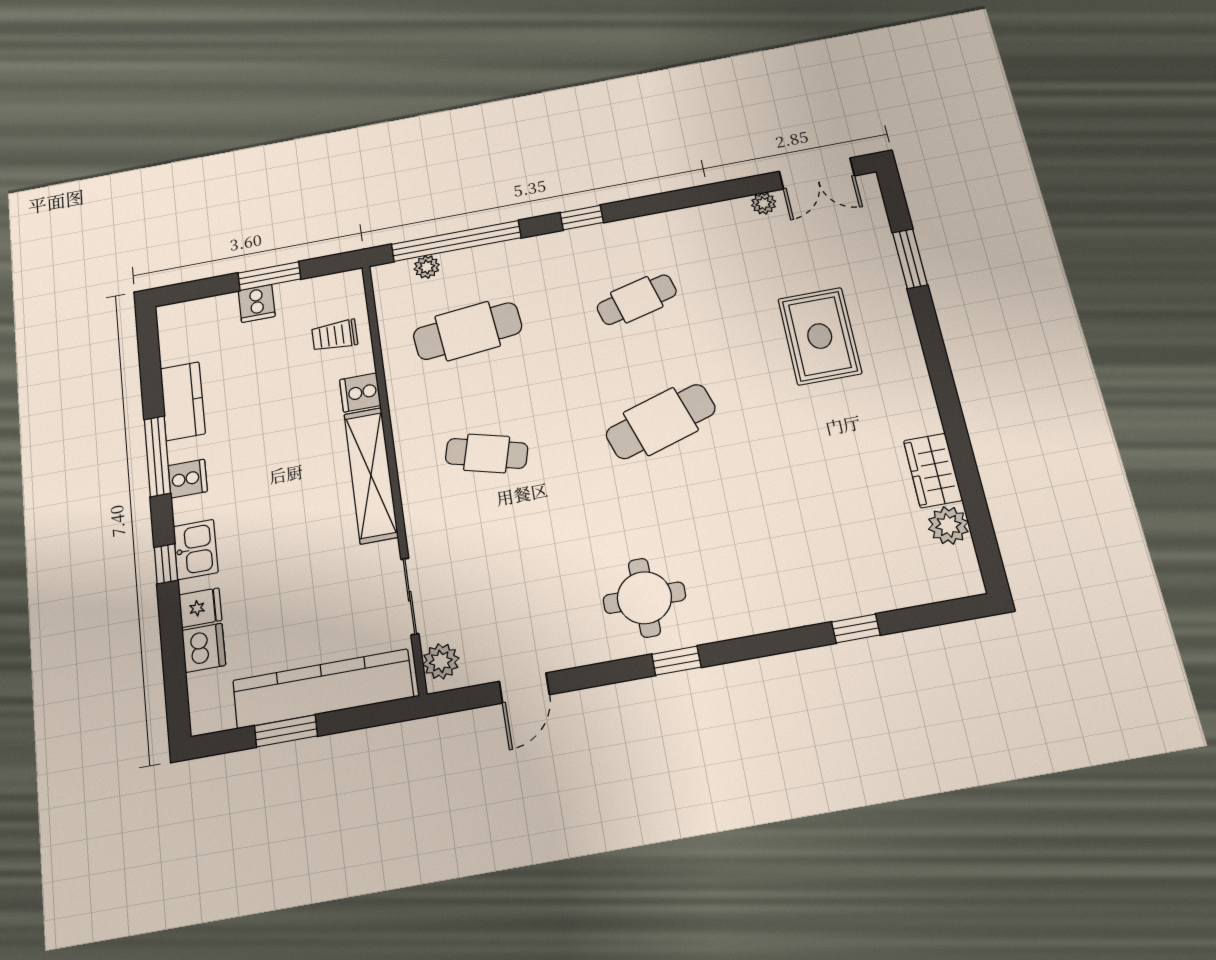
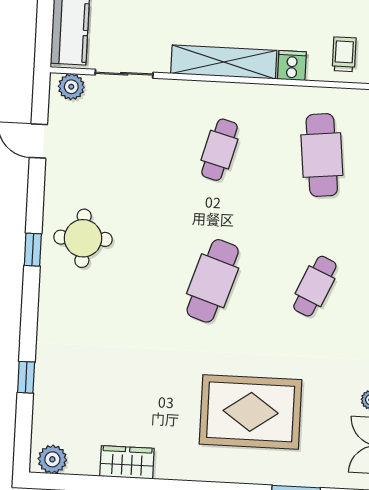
cafe table: (637, 300) -> (315, 286), turned 39
rug: (820, 336) -> (251, 412), width x1.37, depth x1.44
cafe table: (661, 421) -> (213, 281), turned 36
plant: (948, 525) -> (52, 459), moved

